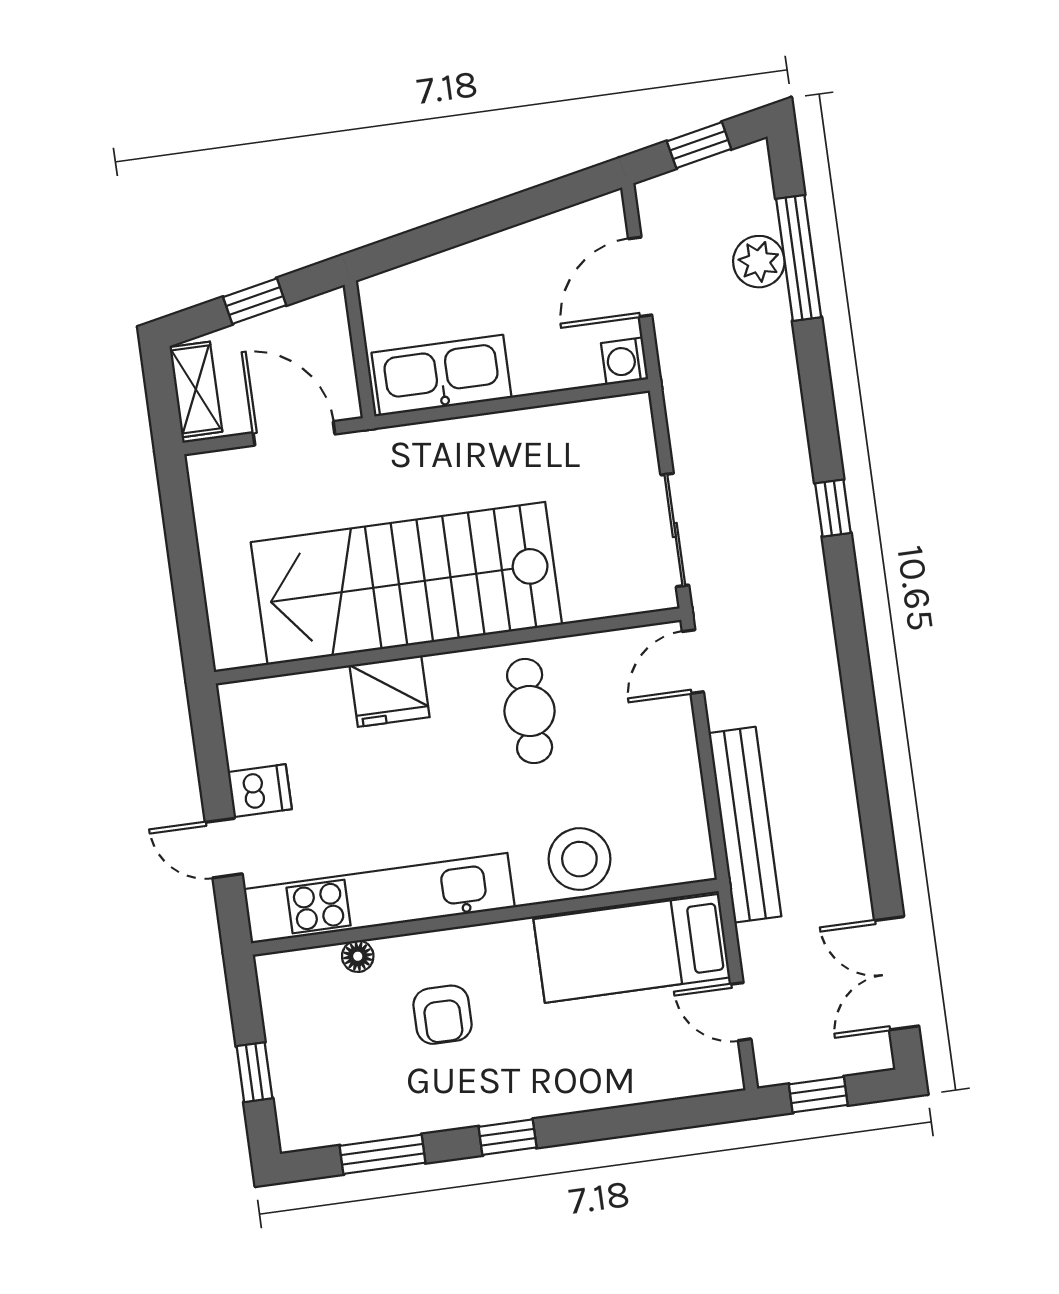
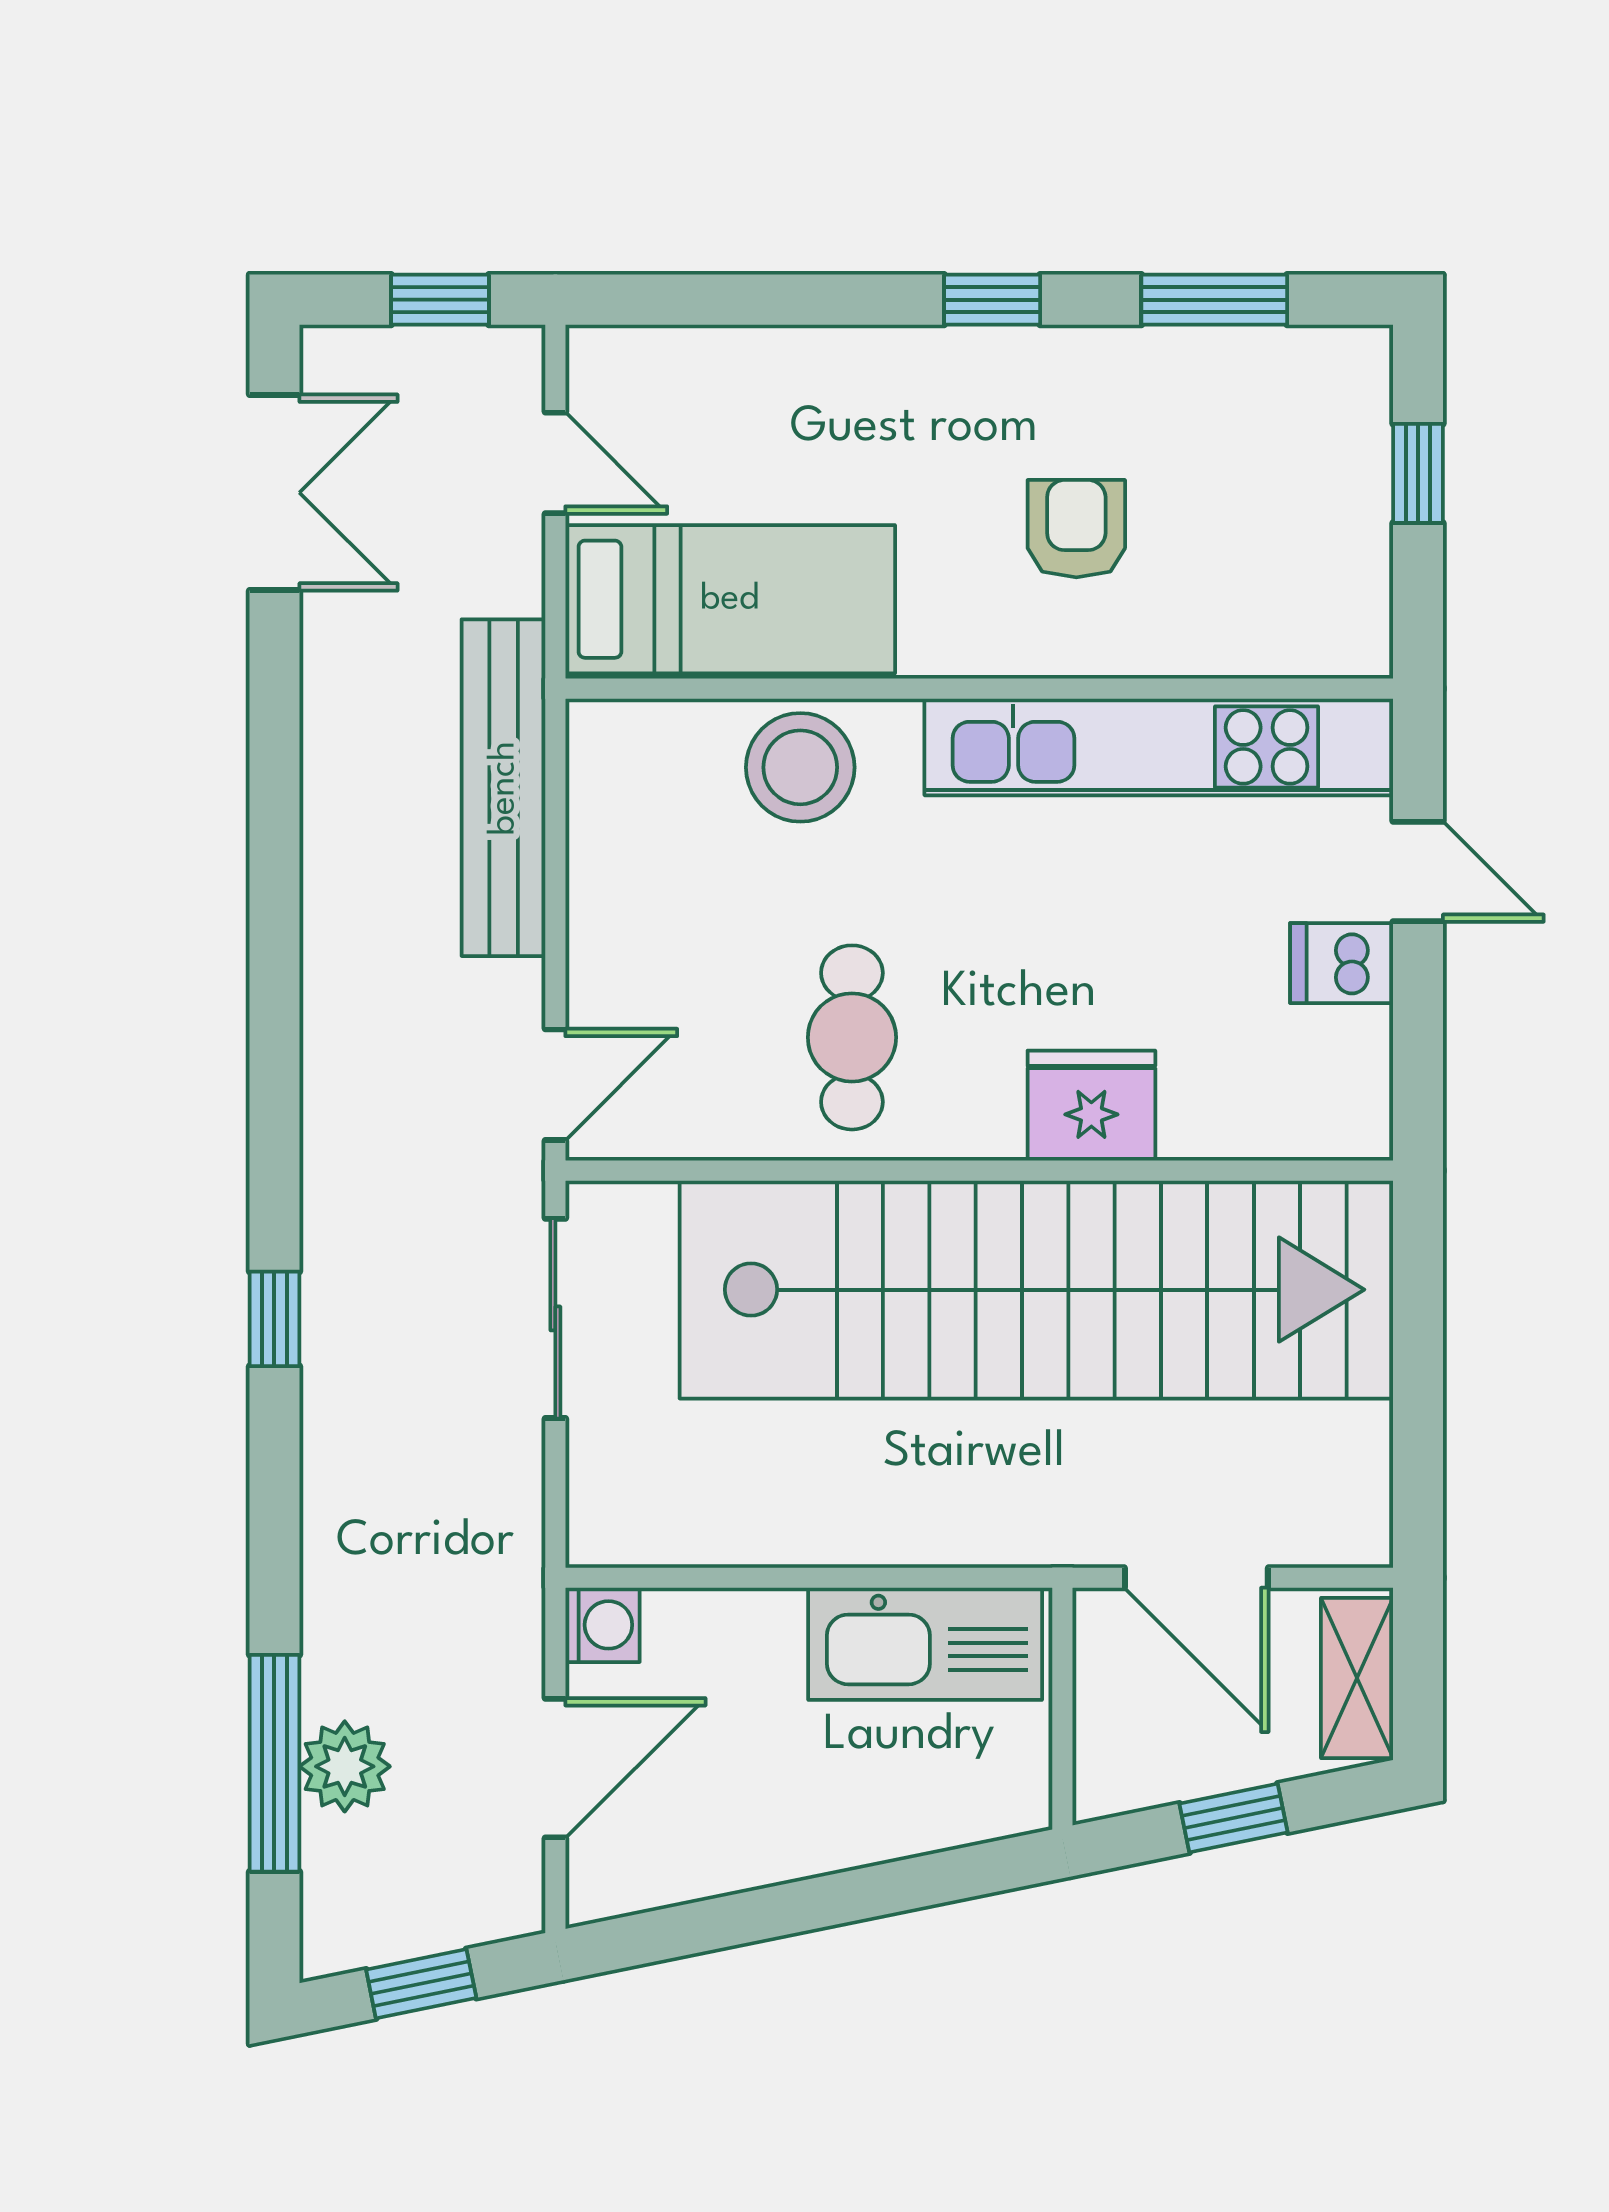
stairs: (406, 583) -> (1036, 1290), width x1.36
floor lamp: (358, 956) -> (1210, 651), removed

